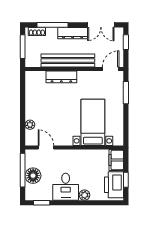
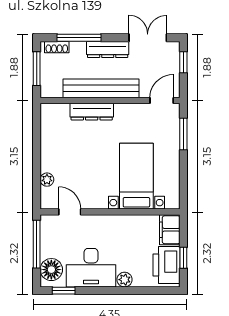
double door: (101, 25) -> (148, 38), swing flipped
floor lamp: (33, 176) -> (51, 270), moved
desk: (66, 187) -> (91, 268), width x1.37

